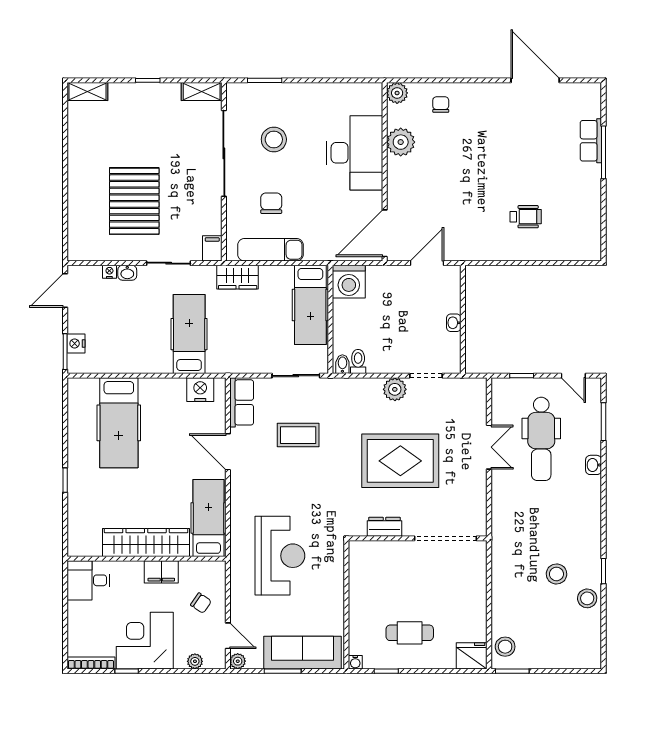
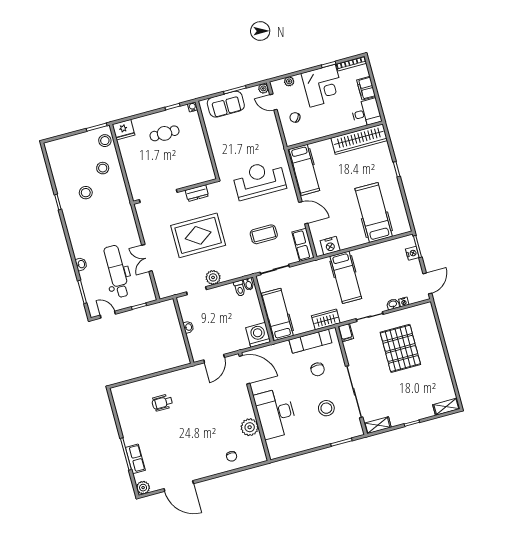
plant: (397, 93) -> (143, 488), moved
door: (385, 233) -> (245, 370), hinge flipped
wardrobe: (146, 542) -> (359, 139), moved
reception desk: (280, 556) -> (259, 180), moved, turned 90
filing cabinet: (161, 572) -> (366, 88), moved, turned -90
stool: (587, 598) -> (103, 168), moved
sofa: (303, 653) -> (226, 104), width x0.73

